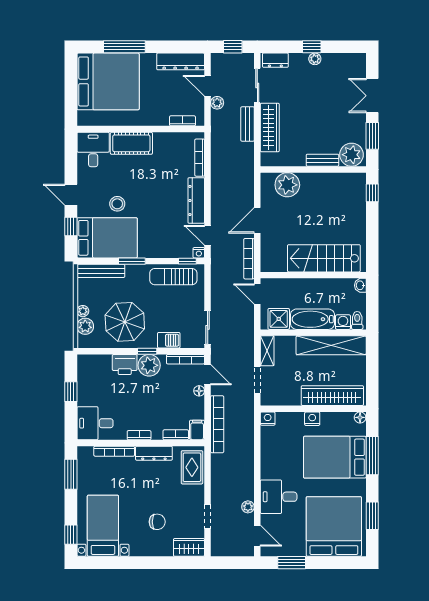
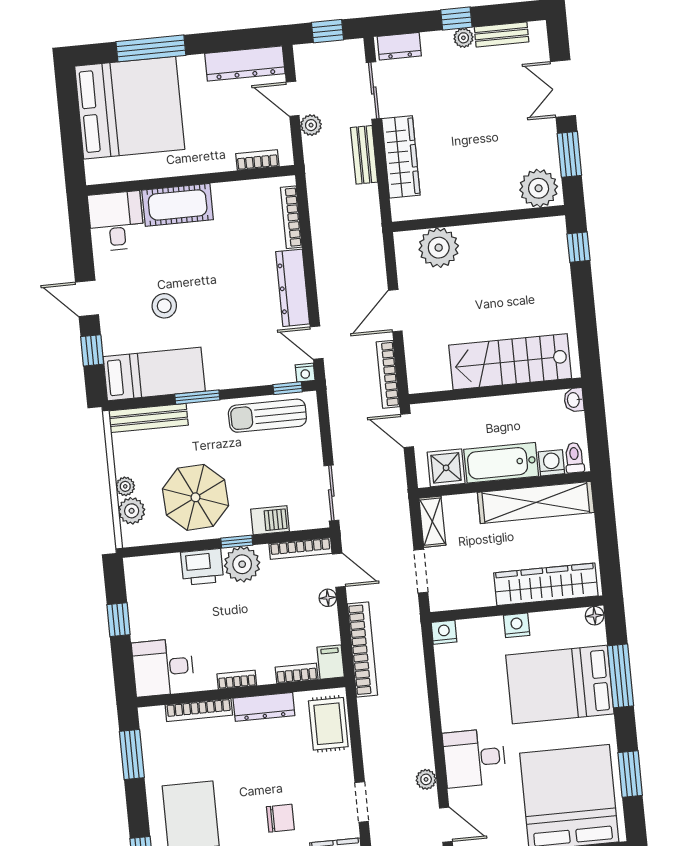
bench: (322, 160) -> (502, 34), moved
bed: (107, 238) -> (154, 374), width x0.67

